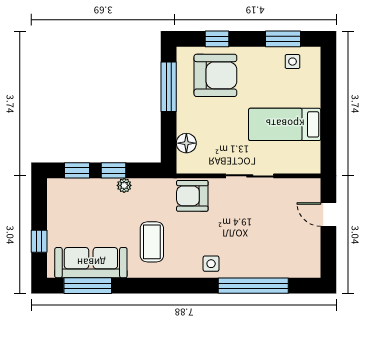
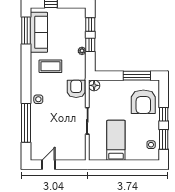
window: (217, 39) -> (164, 114), moved
floor lamp: (186, 143) -> (94, 85), moved
door: (328, 215) -> (48, 165), moved

